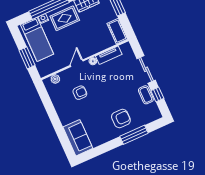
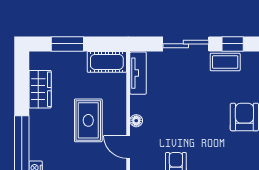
rug: (65, 18) -> (88, 120), moved
tv unit: (109, 55) -> (138, 73), moved

